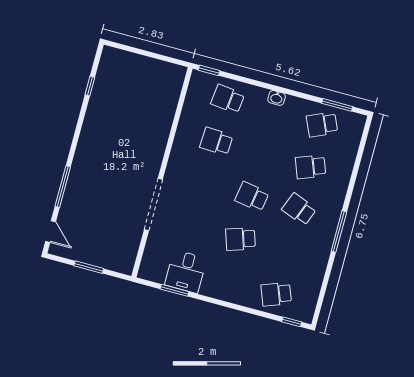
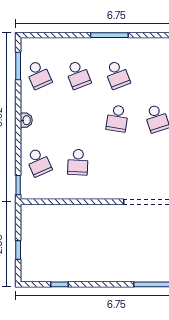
window: (139, 51) -> (18, 250), added
school desk: (228, 99) -> (39, 162), turned -30
school desk: (299, 209) -> (117, 75), turned -42
window: (339, 232) -> (109, 35), moved

